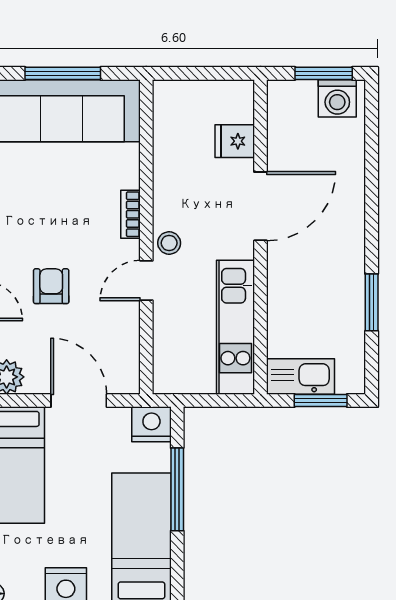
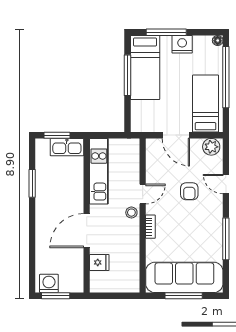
nightstand: (151, 424) -> (140, 124), removed
window: (177, 489) -> (127, 75), moved

